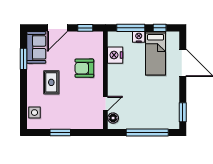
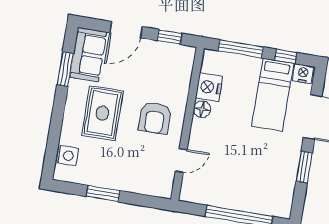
nightstand: (139, 37) -> (303, 74), moved
armchair: (84, 68) -> (155, 118), moved, turned -90
rug: (51, 82) -> (102, 113), width x1.36, depth x1.43
window: (183, 112) -> (304, 167), moved
floor lamp: (113, 118) -> (202, 109), moved

